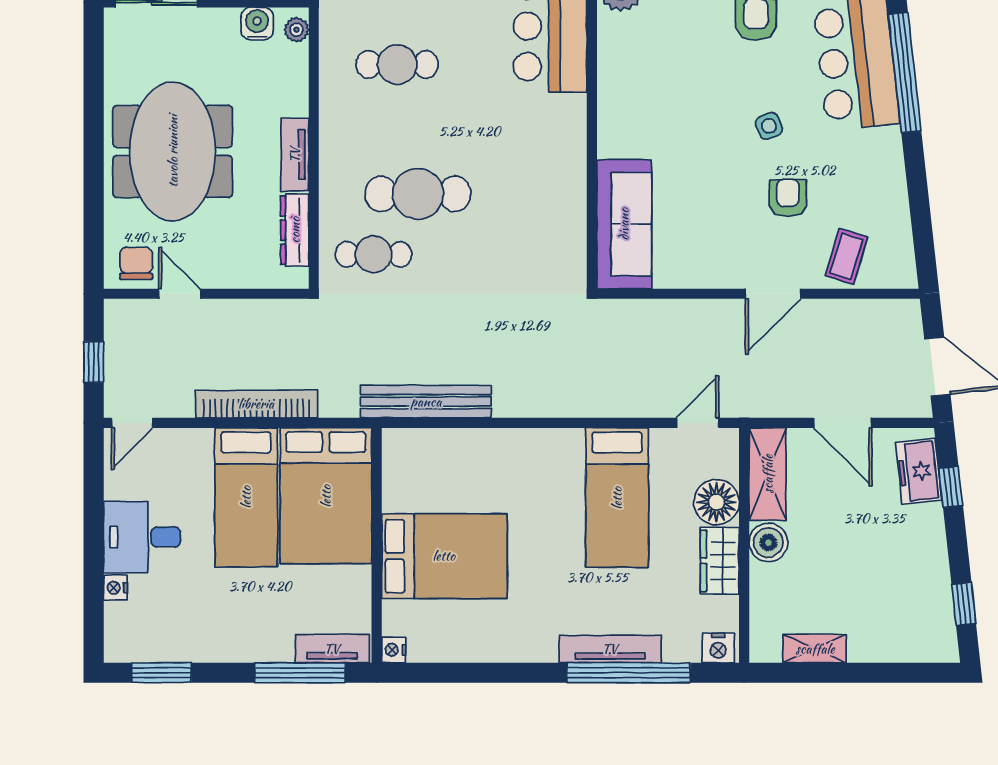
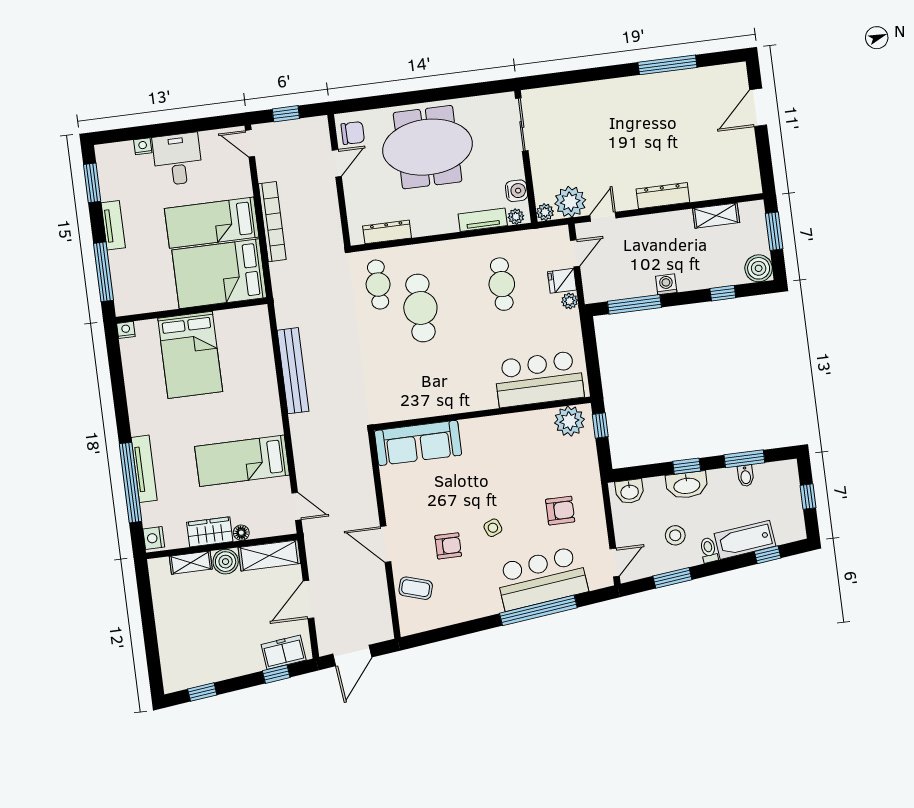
tv unit: (295, 155) -> (483, 220), moved
bench: (426, 402) -> (293, 371), moved
floor lamp: (716, 502) -> (241, 533), width x0.53, depth x0.53
tv unit: (332, 649) -> (113, 225), moved
shelving: (815, 649) -> (191, 563), moved, turned 90

